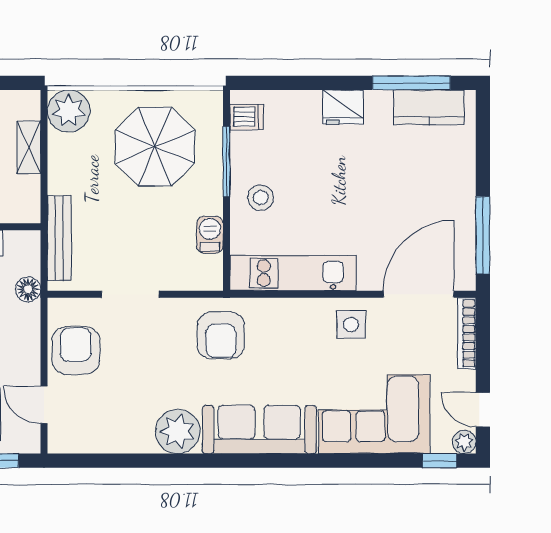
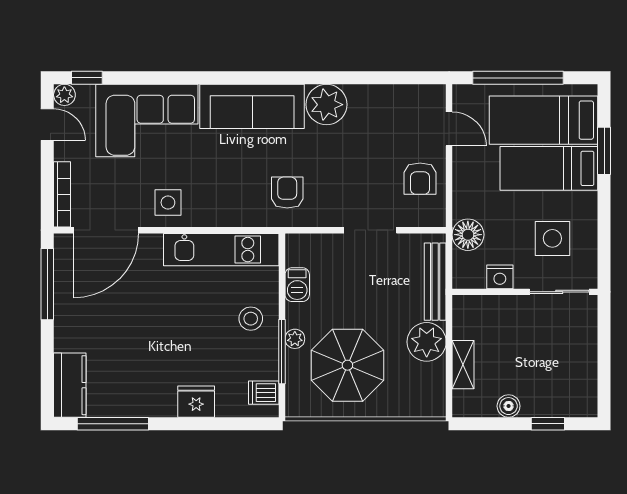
fridge: (343, 107) -> (196, 402), moved
kitchen counter: (429, 107) -> (70, 385), moved, turned 90
plant: (69, 111) -> (427, 342), moved
plant: (212, 176) -> (295, 339), added
floor lamp: (28, 289) -> (468, 235), width x1.38, depth x1.38
armchair: (221, 335) -> (287, 193), width x0.72, depth x0.72
armchair: (76, 350) -> (420, 179), width x0.72, depth x0.72

